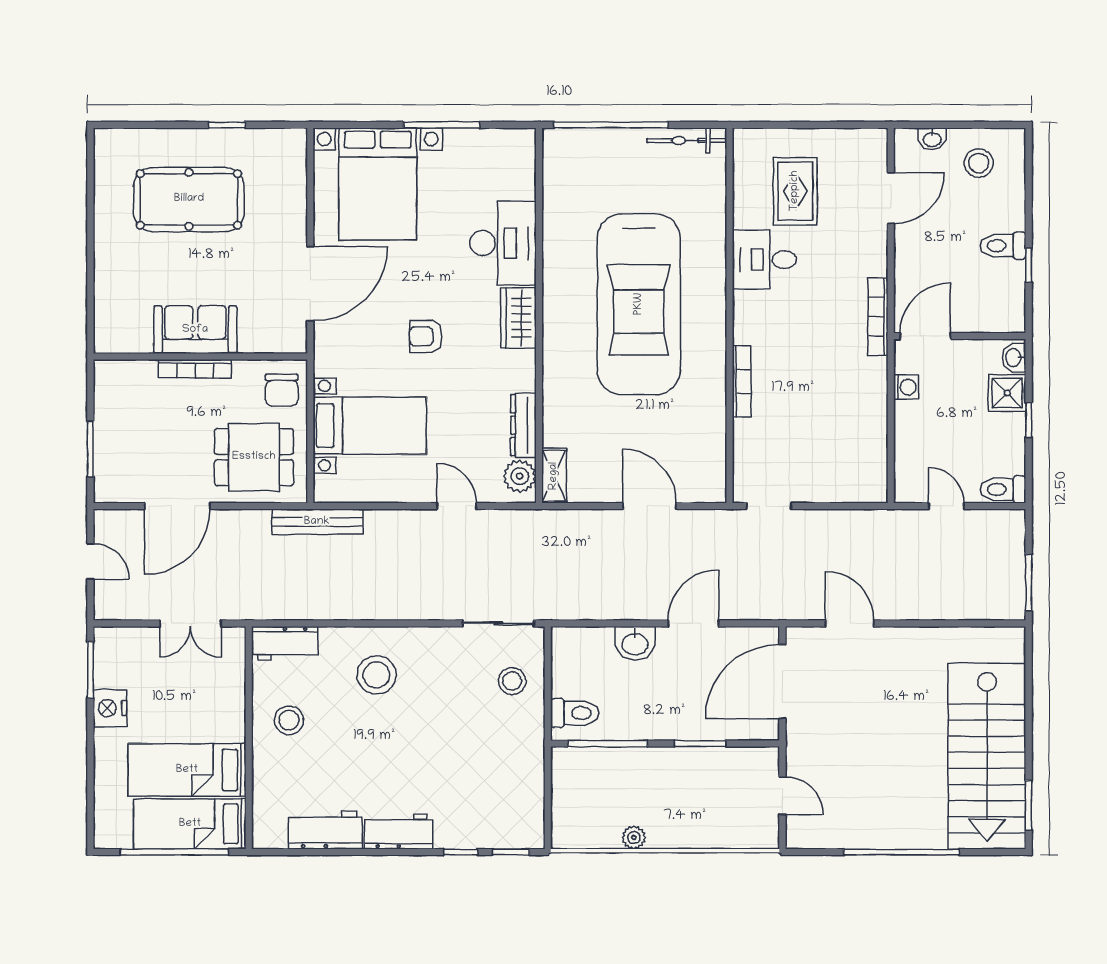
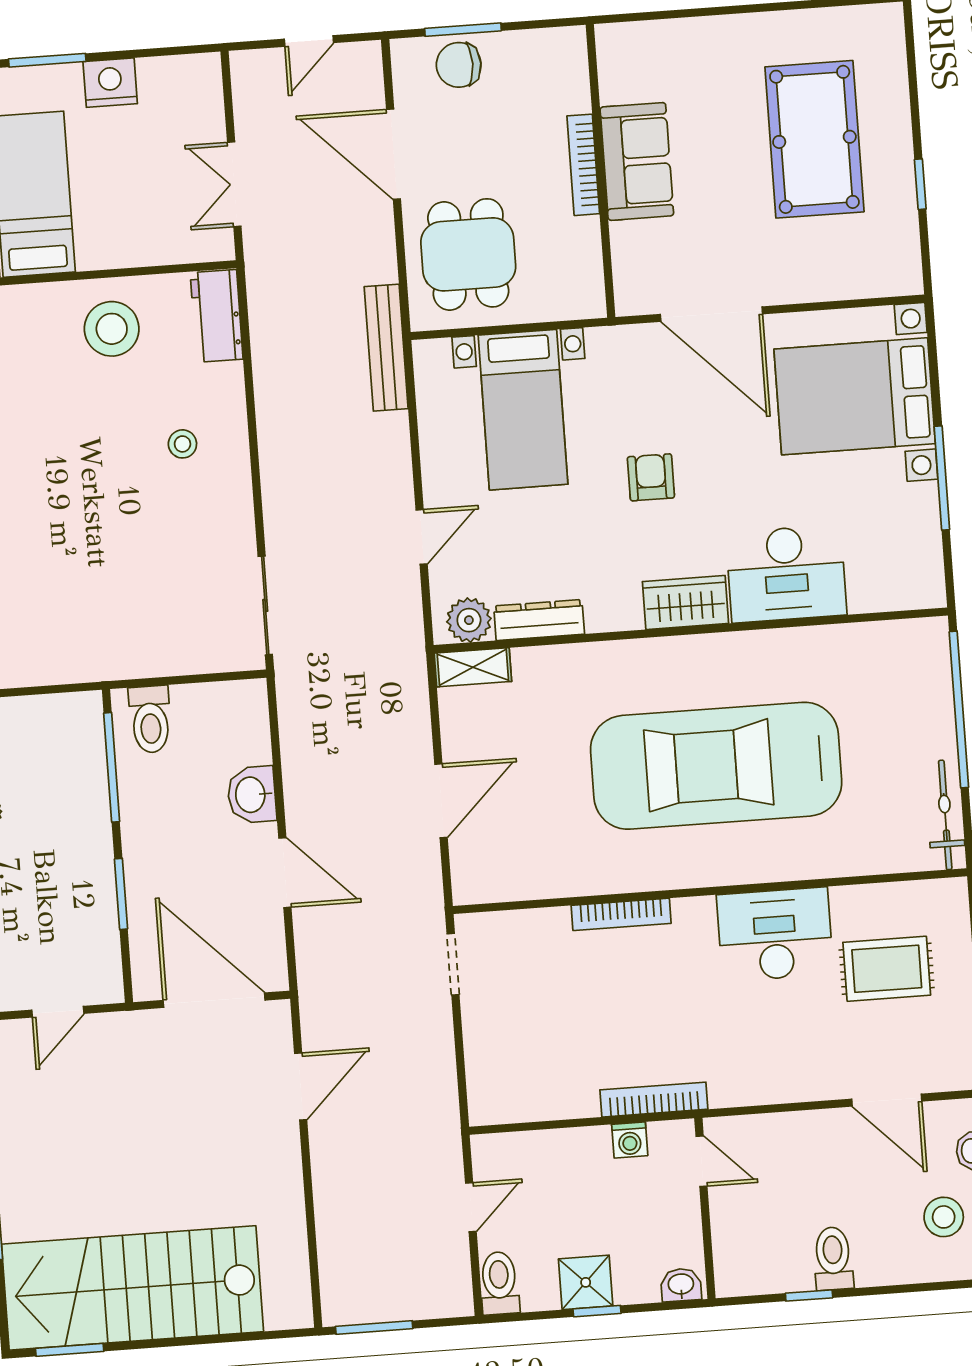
desk: (764, 260) -> (775, 934), width x1.37
bookcase: (878, 317) -> (654, 1100), moved
door: (925, 336) -> (702, 1161), width x0.73
chair: (282, 390) -> (459, 65), moved
shower: (1007, 393) -> (586, 1282), moved
window: (90, 670) -> (47, 60), moved
stool: (376, 675) -> (182, 444), width x0.53, depth x0.53
stool: (512, 681) -> (188, 630), removed
stool: (289, 720) -> (112, 329), width x1.38, depth x1.38

